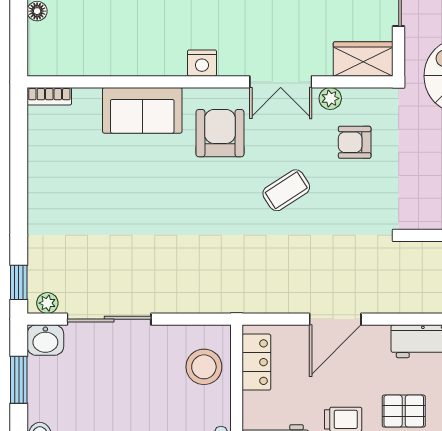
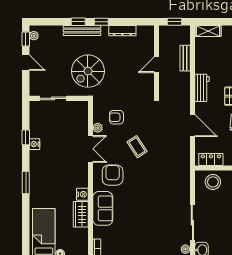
wardrobe: (363, 59) -> (81, 214), moved
nightstand: (202, 63) -> (82, 194), moved
armchair: (220, 133) -> (113, 175), turned 90
armchair: (355, 142) -> (116, 117), turned 90

